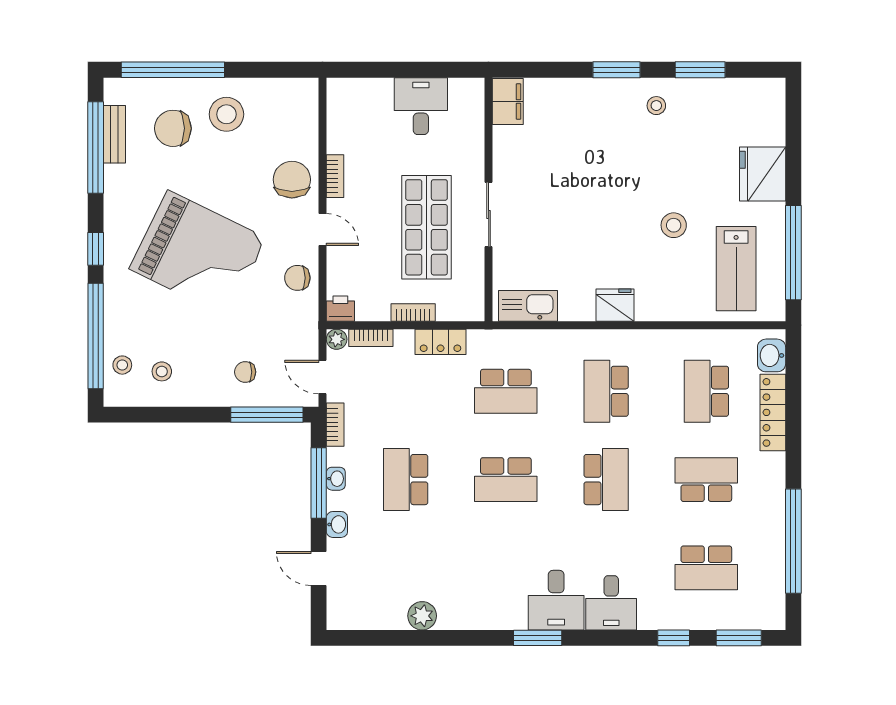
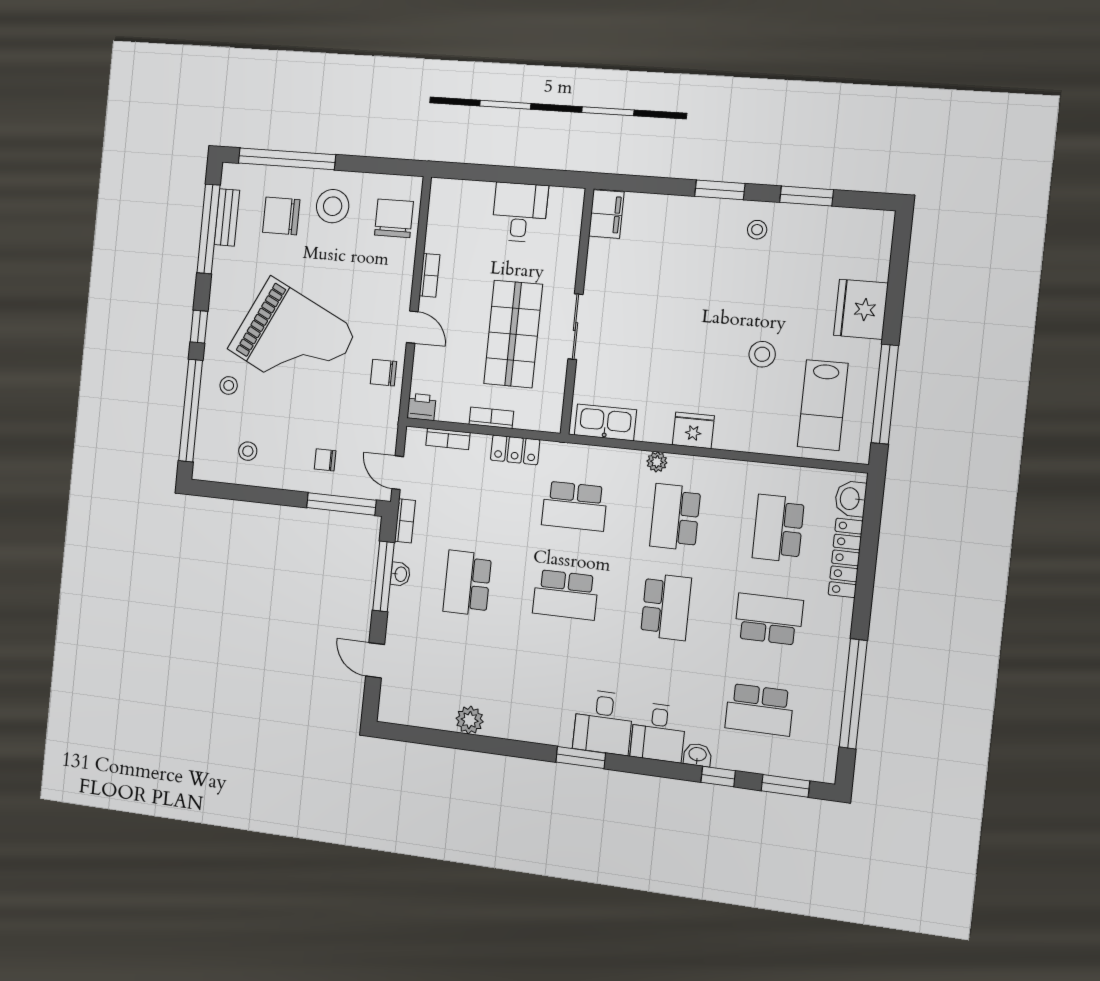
chair: (292, 180) -> (394, 218), moved
plant: (337, 339) -> (657, 462), moved
stool: (122, 365) -> (229, 385), moved
washbasin: (337, 524) -> (697, 755), moved, turned -90

